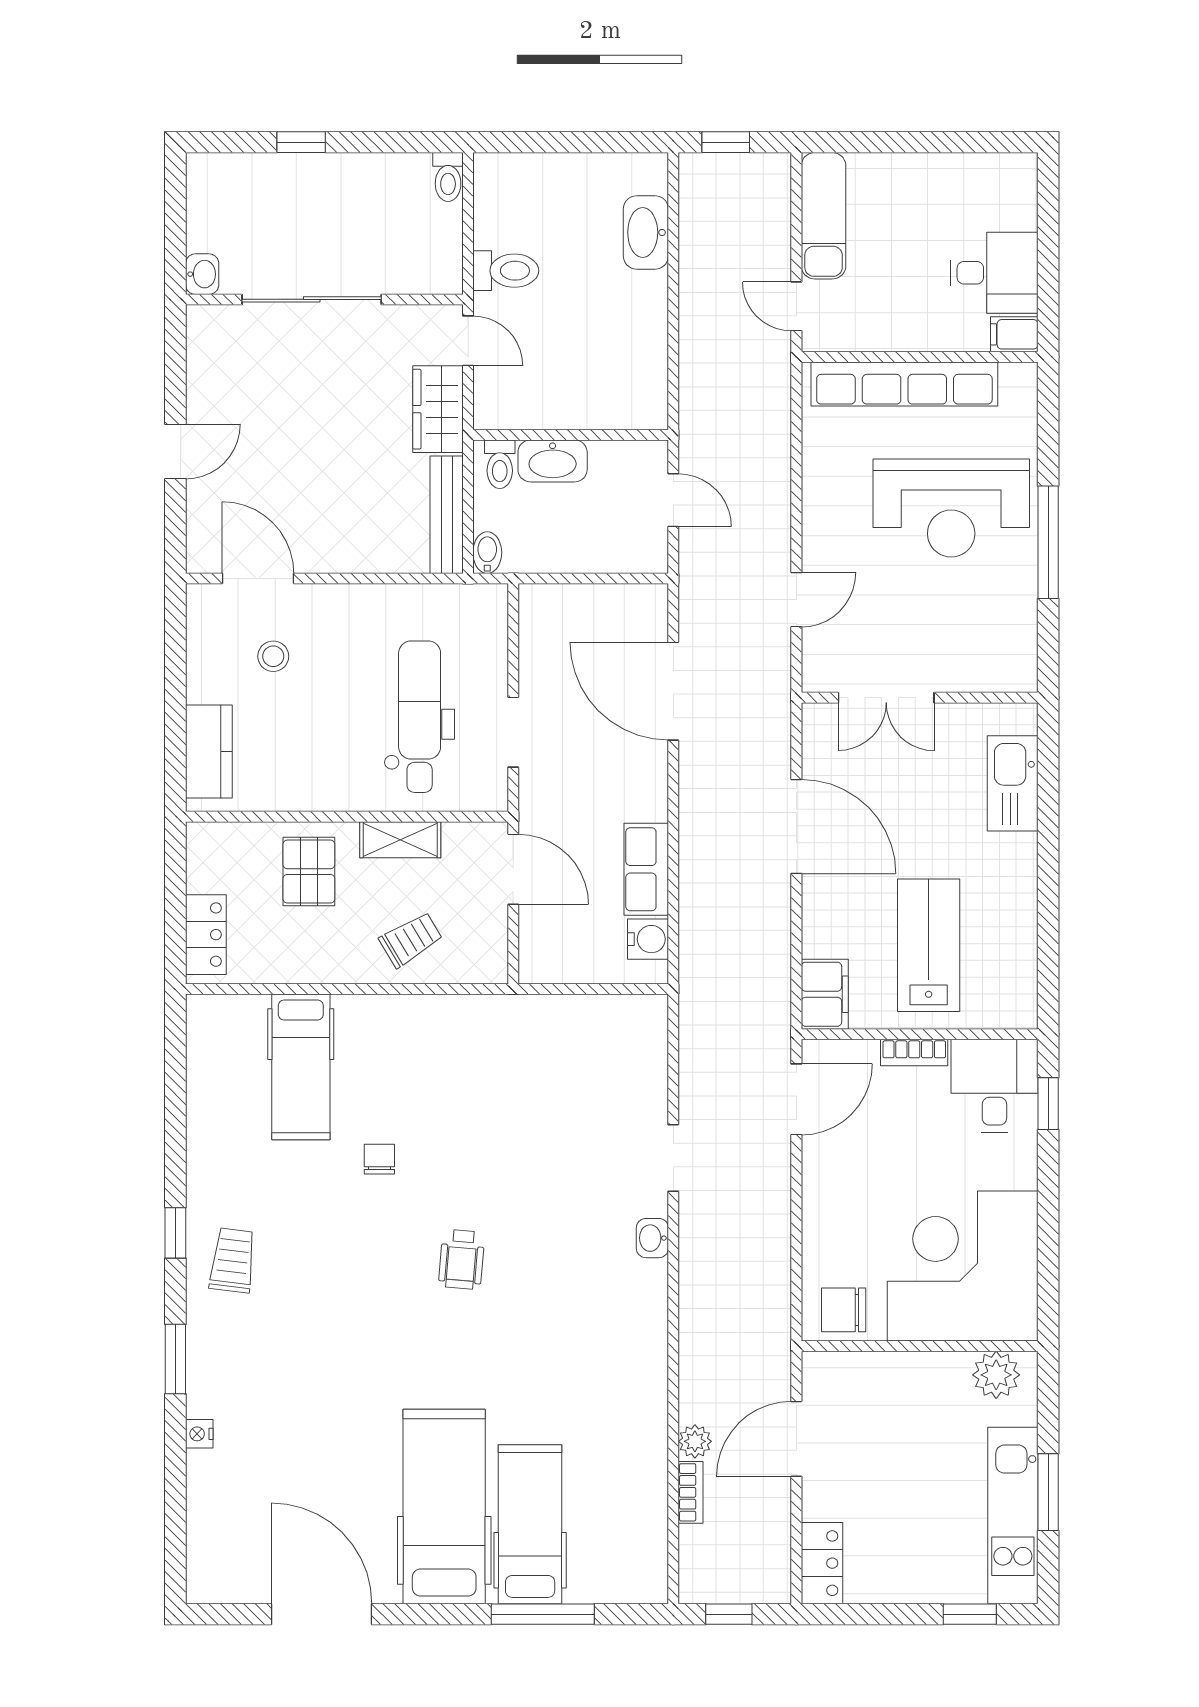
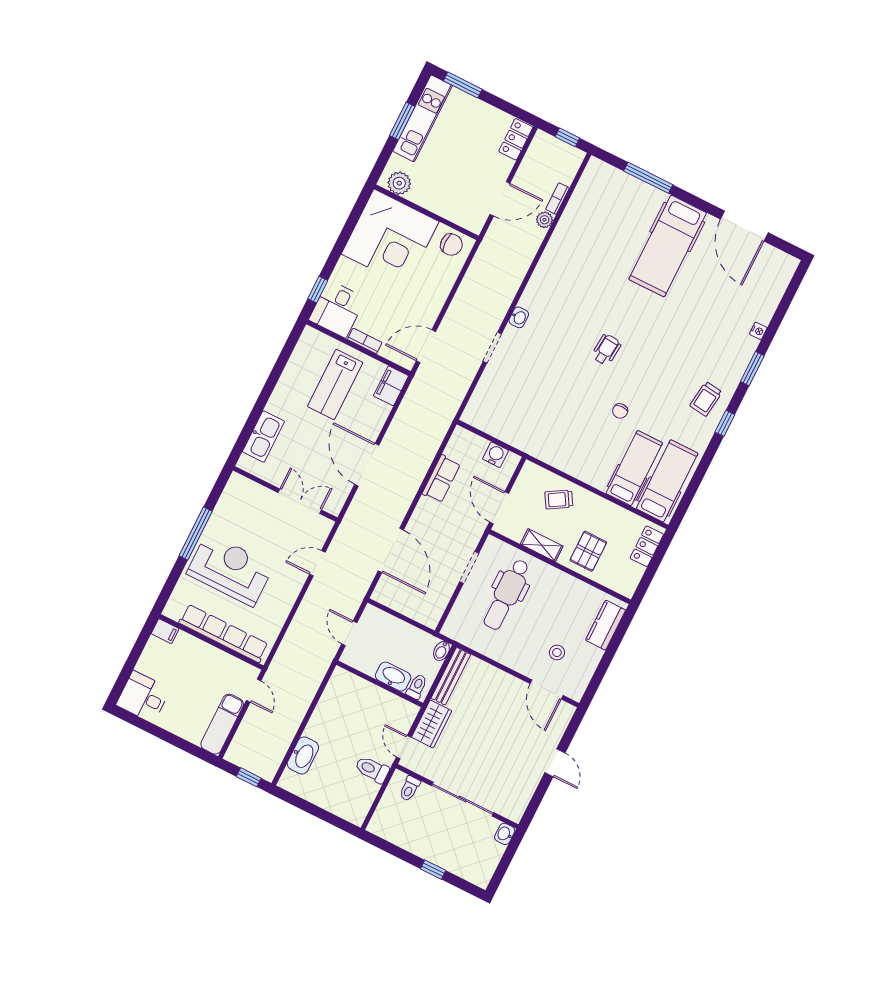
toilet: (448, 177) -> (410, 789), moved, turned 180
desk: (994, 273) -> (143, 697), moved
door: (175, 451) -> (555, 763), swing flipped
water cooler: (648, 939) -> (496, 455), moved, turned 90
hospital bed: (530, 1524) -> (667, 481), moved, turned 180
window: (970, 1614) -> (463, 85), width x1.50

